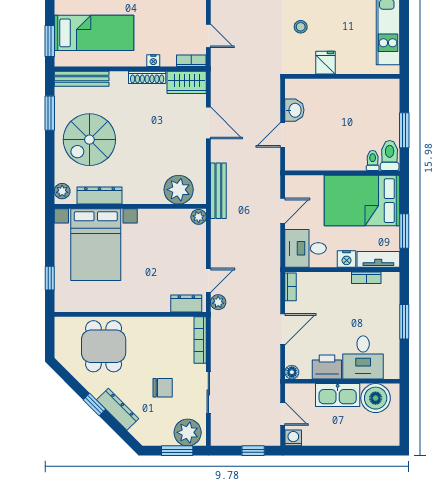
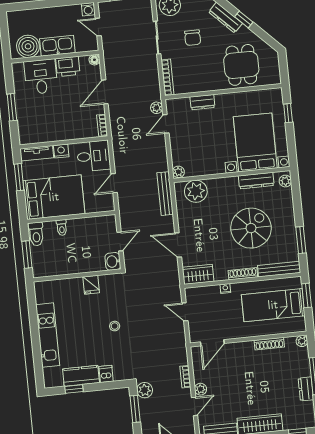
bookcase: (191, 61) -> (196, 291), removed
fridge: (325, 63) -> (91, 285), moved
wall: (342, 76) -> (77, 276), moved
shoe rack: (147, 77) -> (243, 274), moved
spiral stairs: (89, 140) -> (251, 228), moved
toilet: (373, 161) -> (62, 228), moved
bookcase: (366, 278) -> (45, 138), removed
dresser: (186, 303) -> (202, 102), moved
chair: (163, 388) -> (193, 38), turned -90

